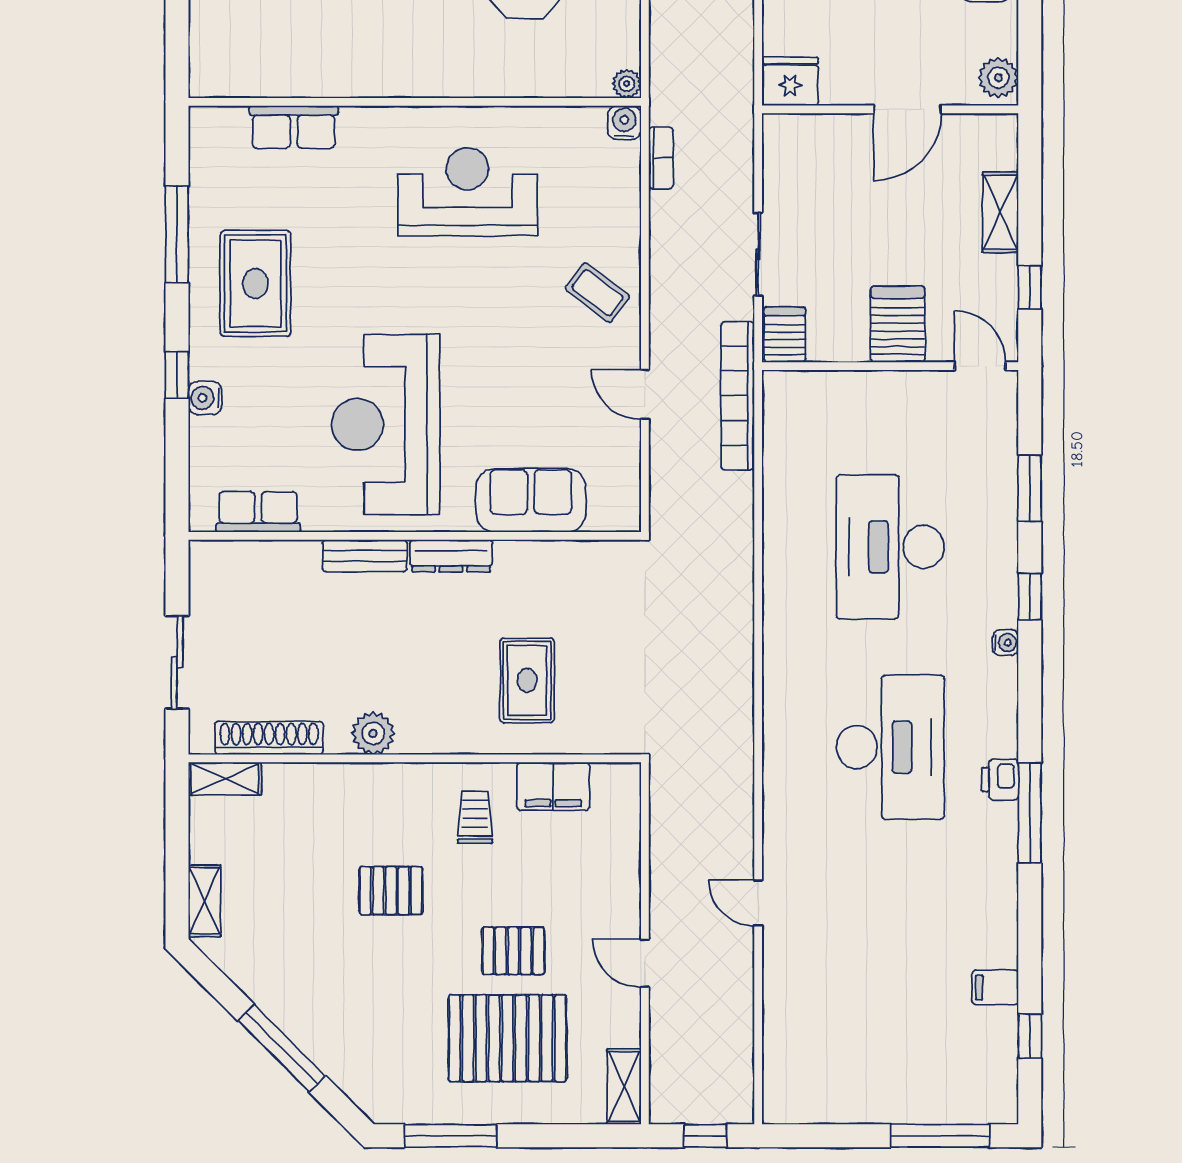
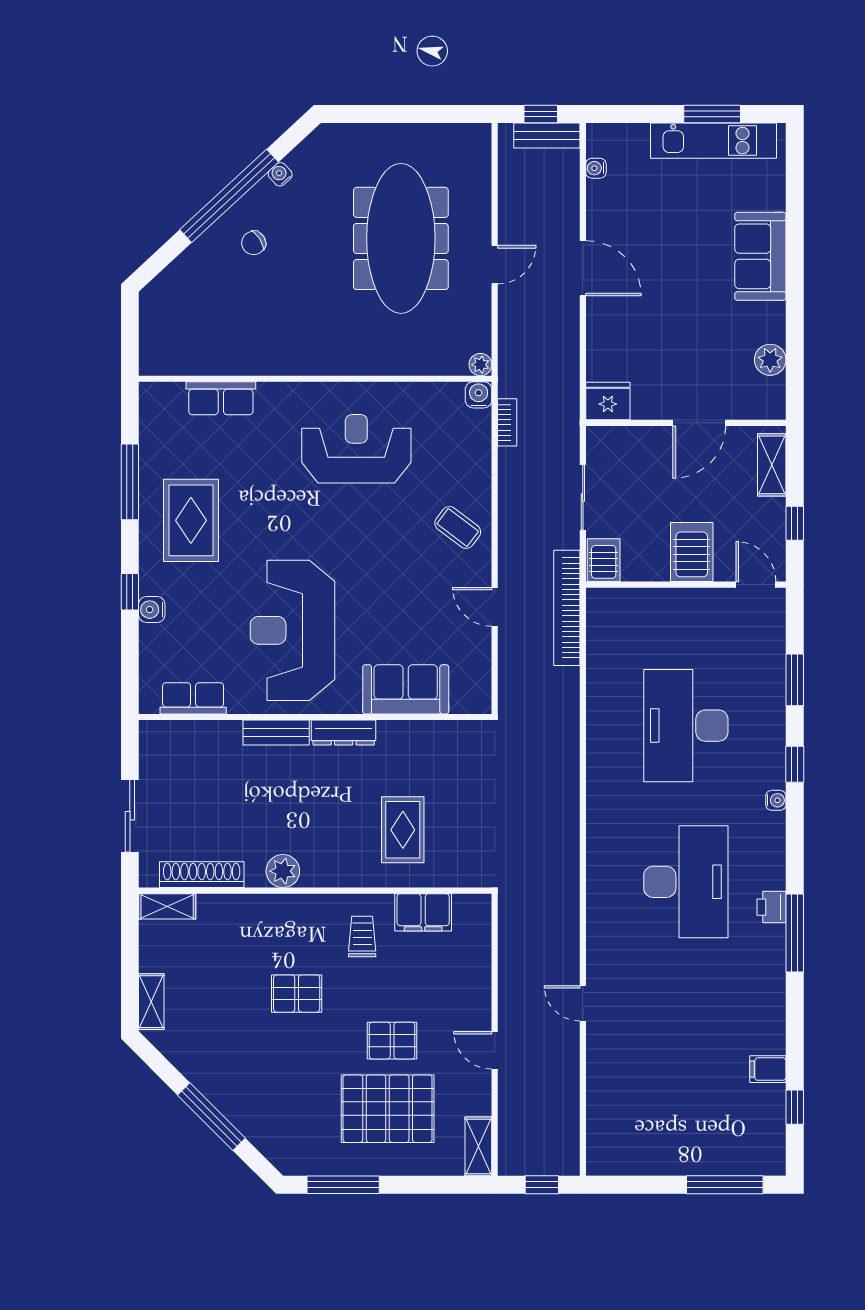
fridge: (790, 81) -> (608, 401), moved
wall: (890, 109) -> (686, 423), moved
door: (907, 109) -> (699, 423), moved

